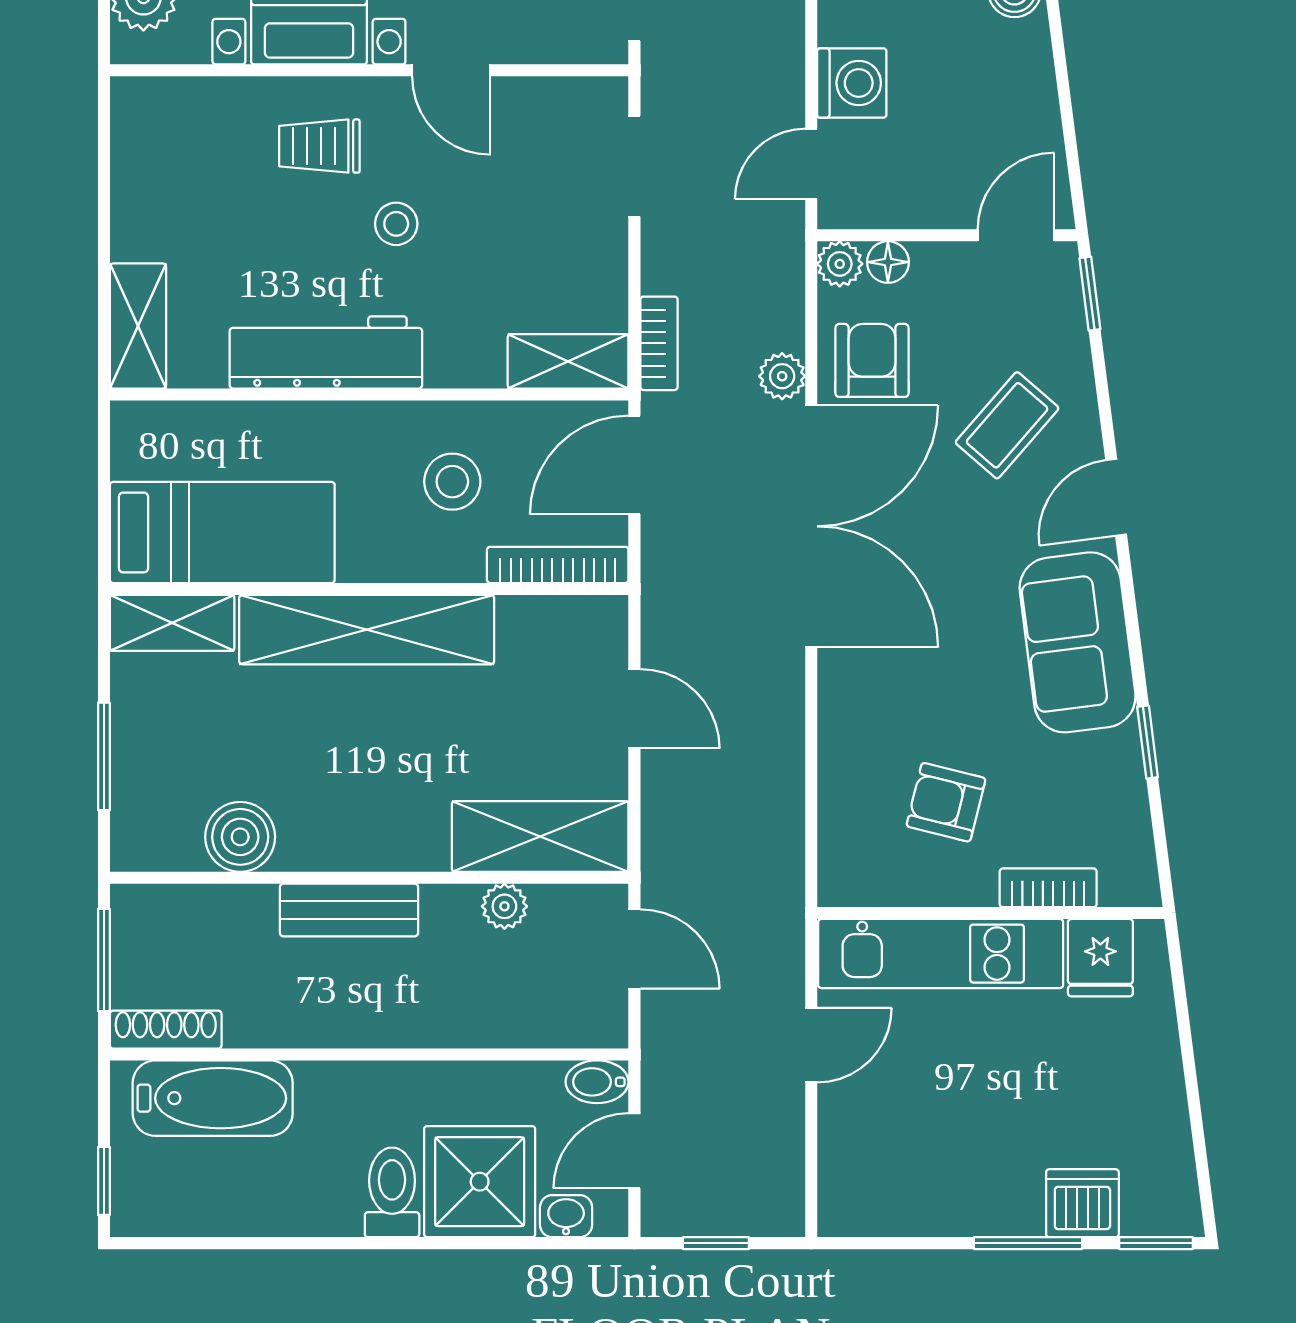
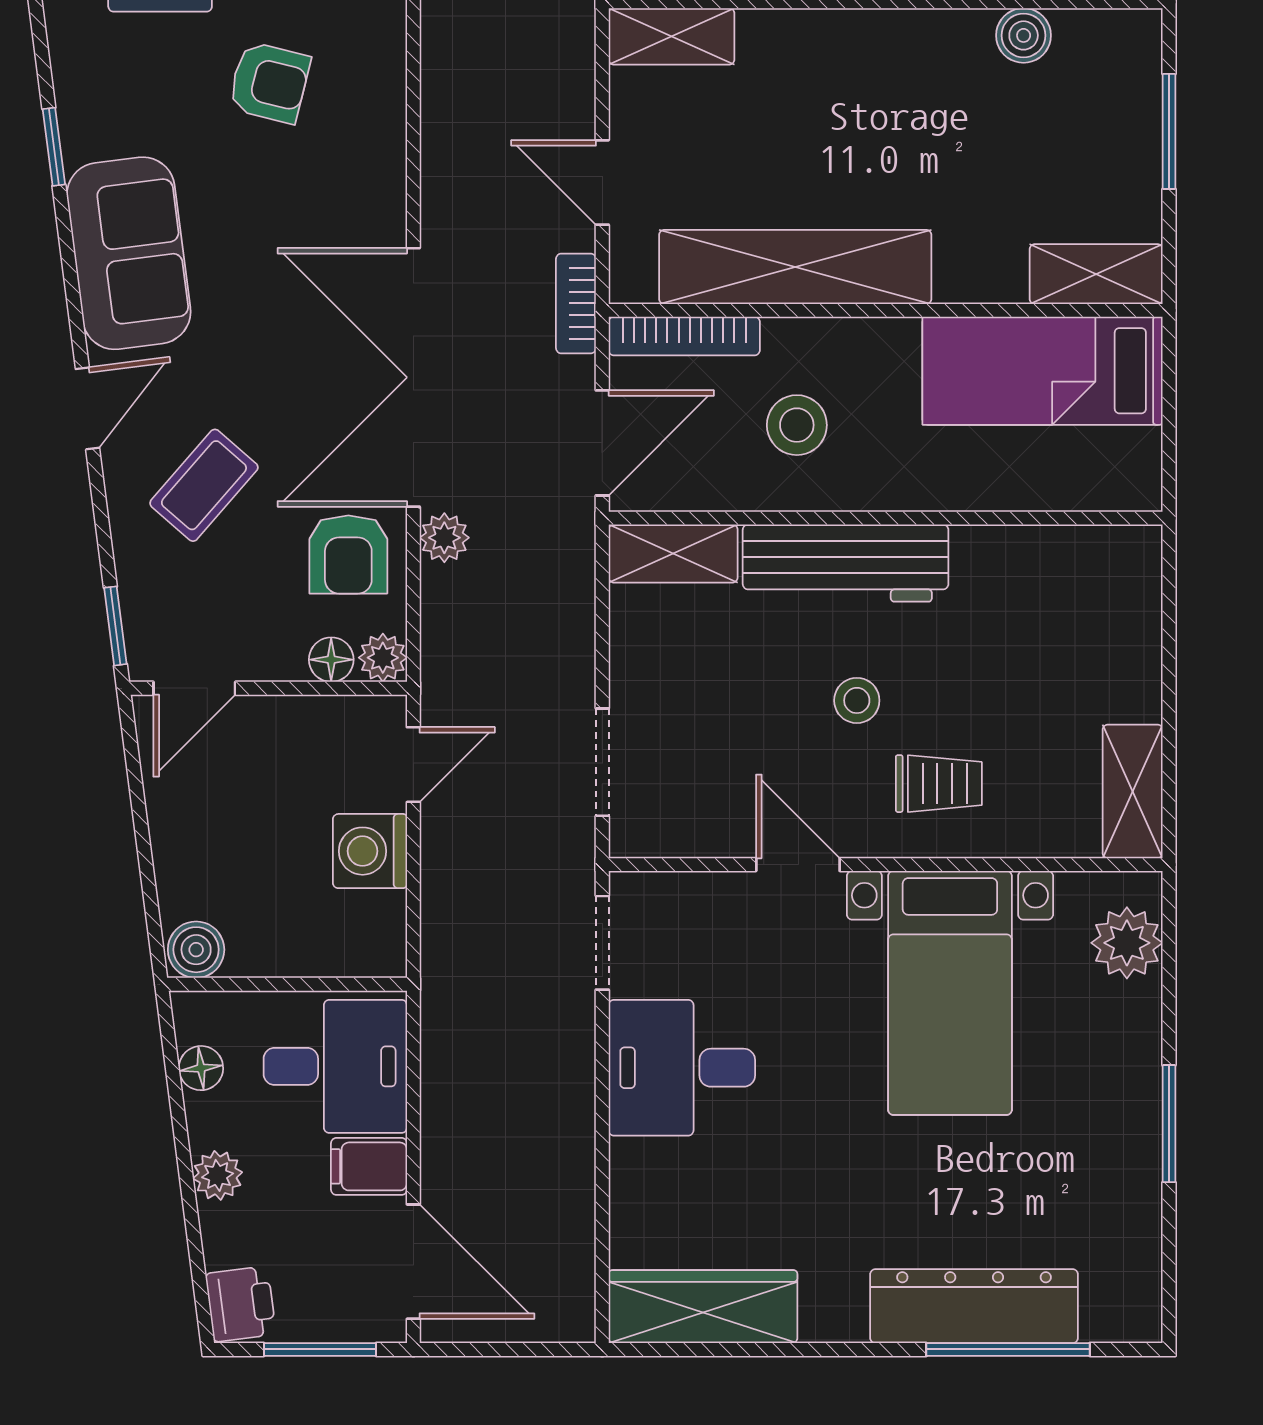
shelving: (138, 326) -> (1133, 791), moved
bookcase: (659, 343) -> (576, 303), moved
workbench: (326, 352) -> (846, 563), moved
shelving: (367, 630) -> (795, 267), moved
boiler: (240, 837) -> (1024, 35), width x0.73, depth x0.73
shelving: (540, 837) -> (671, 36), width x0.67, depth x0.75

